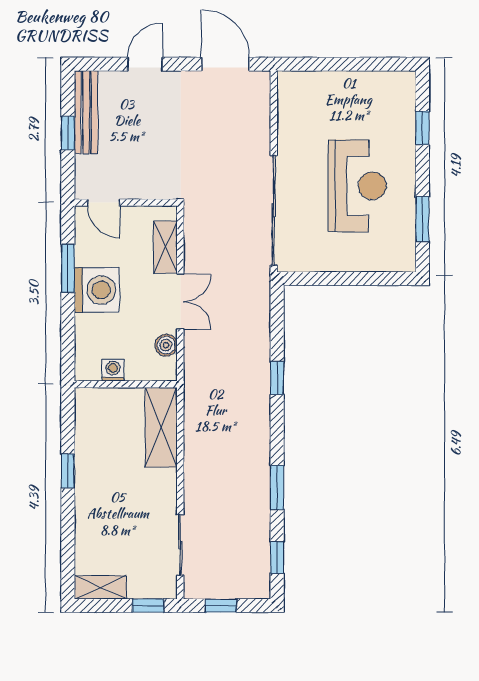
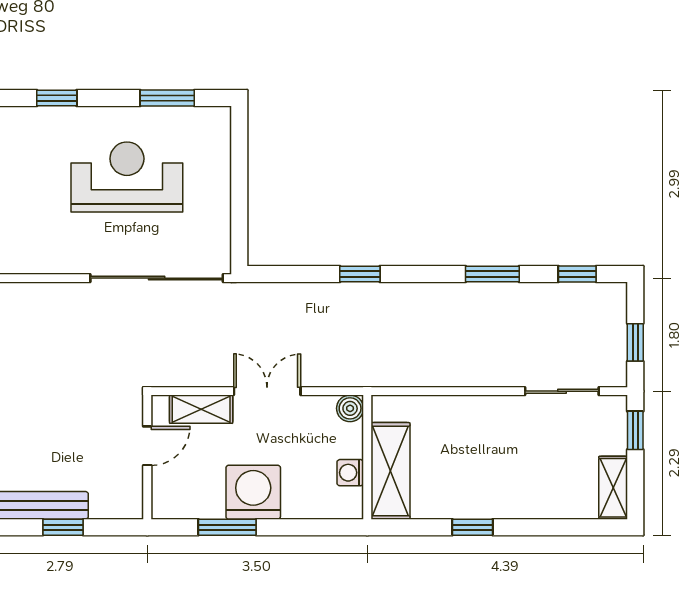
door: (104, 203) -> (147, 446), moved
boiler: (166, 345) -> (350, 408), moved
shelving: (161, 427) -> (390, 471), moved, turned 90

